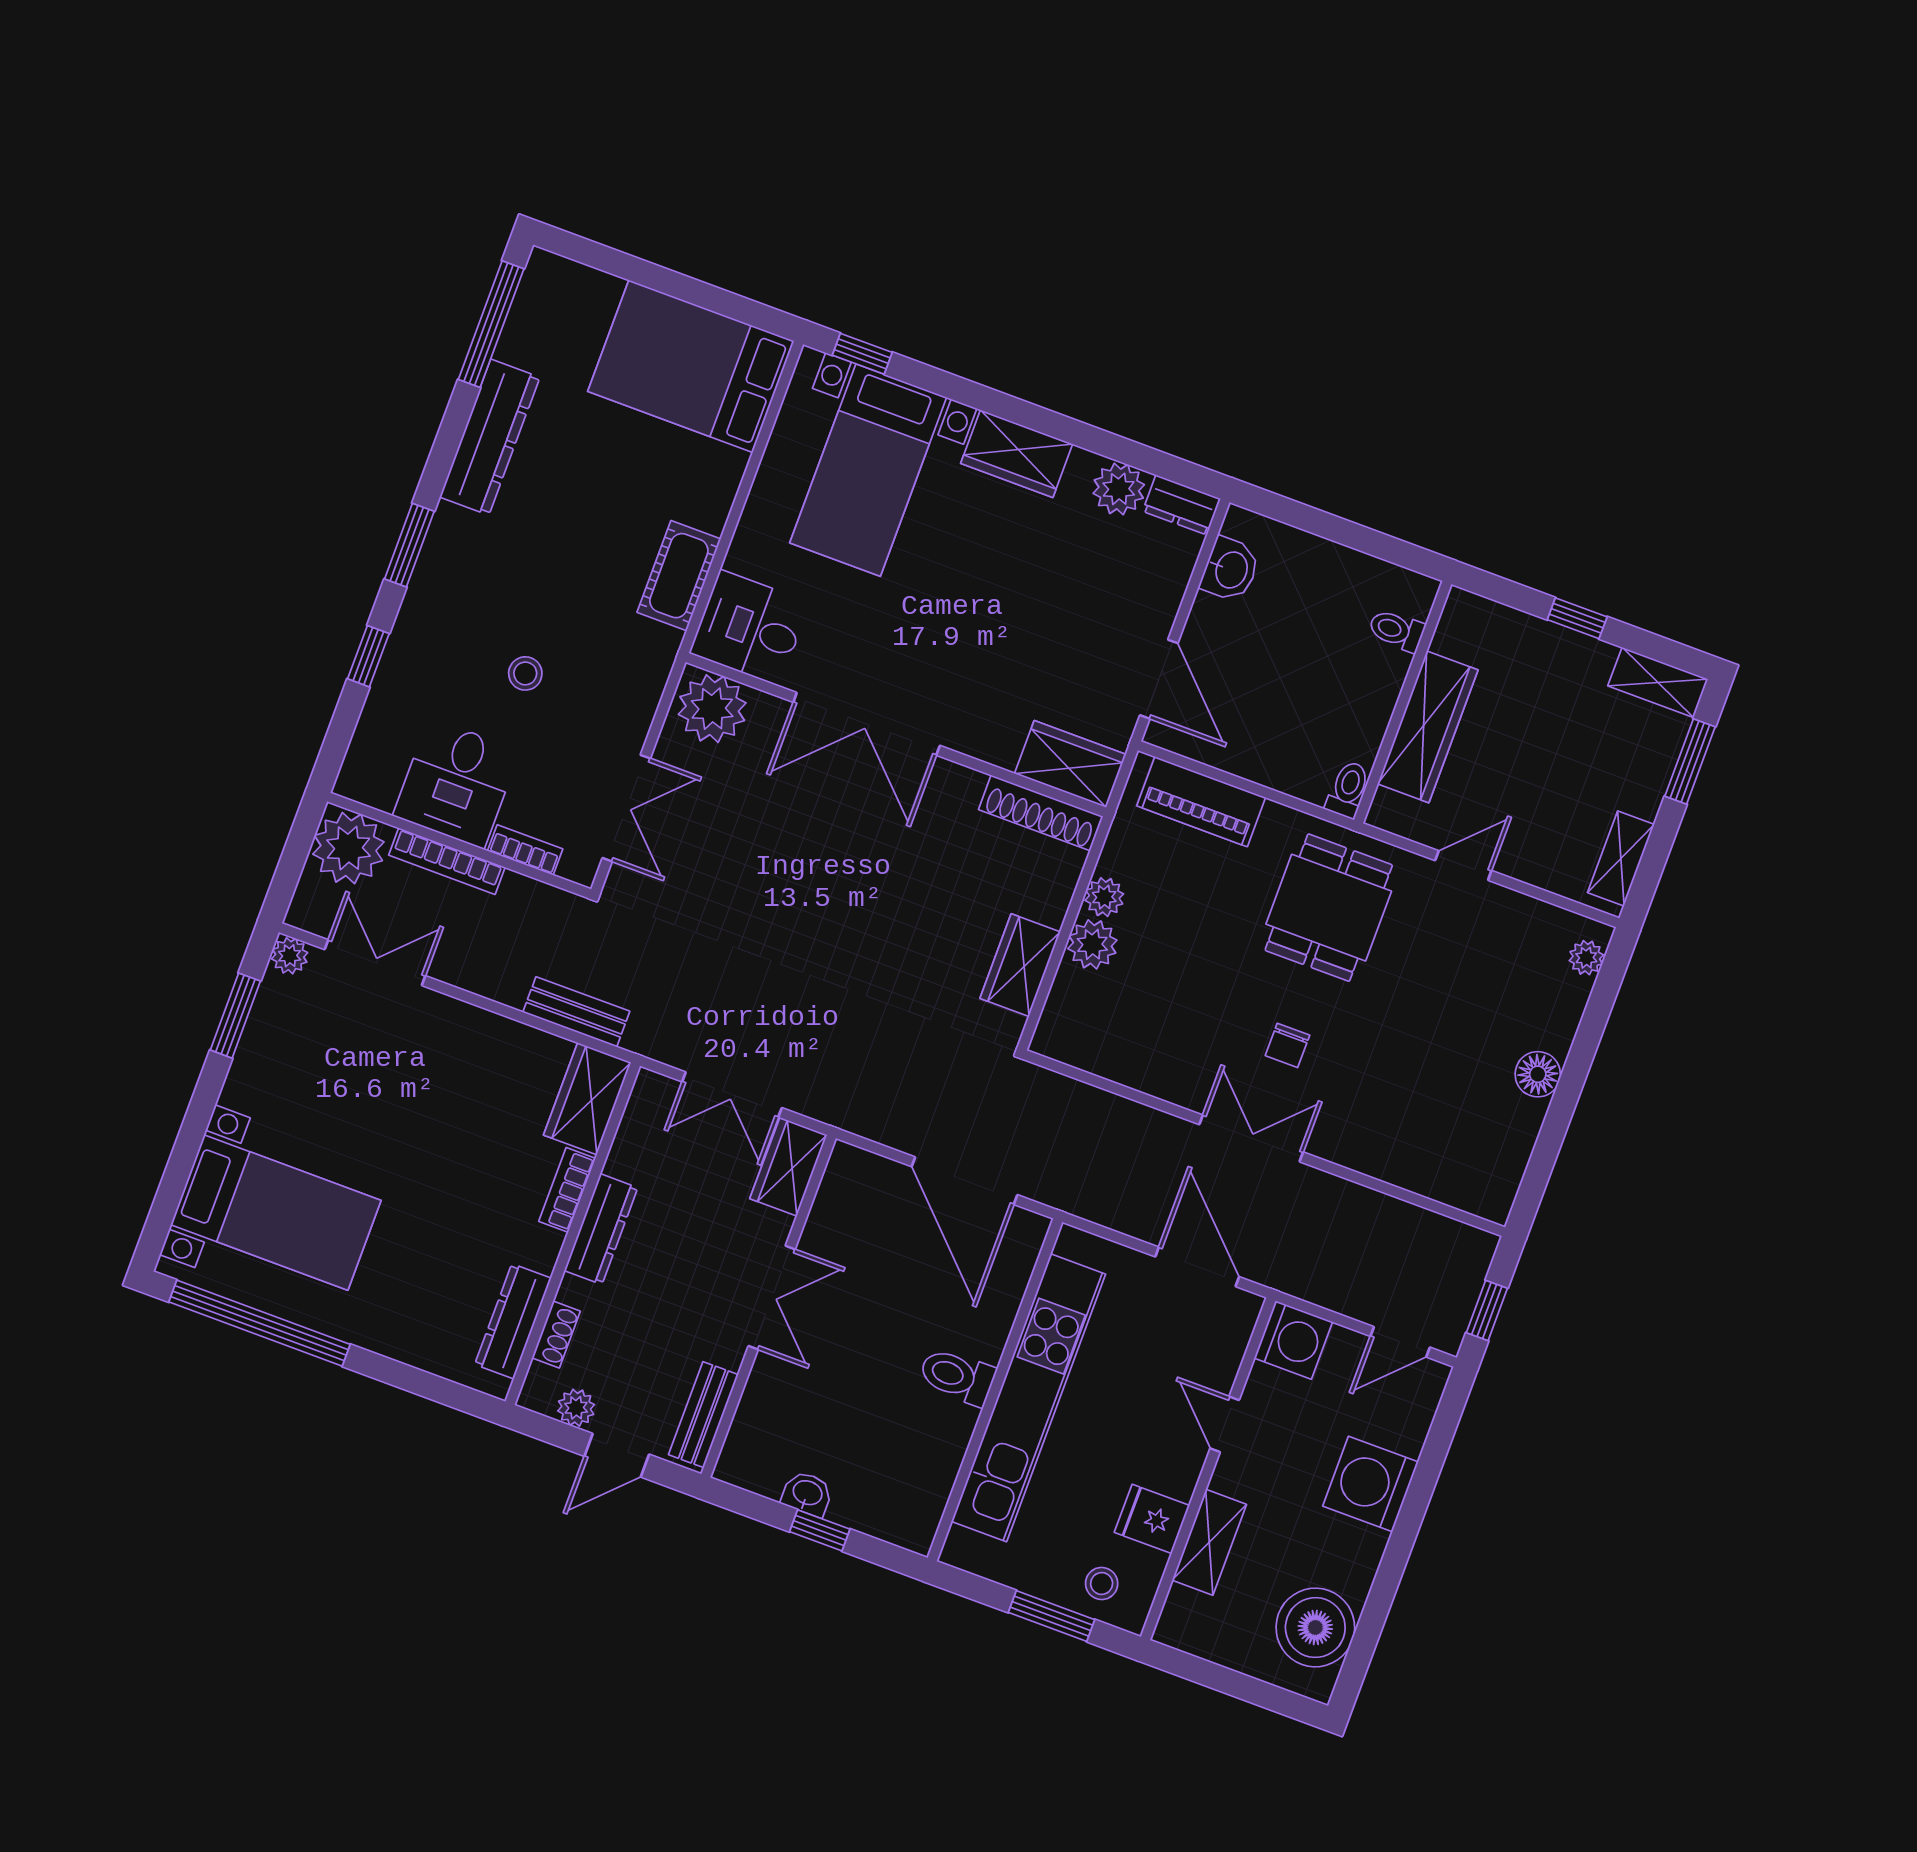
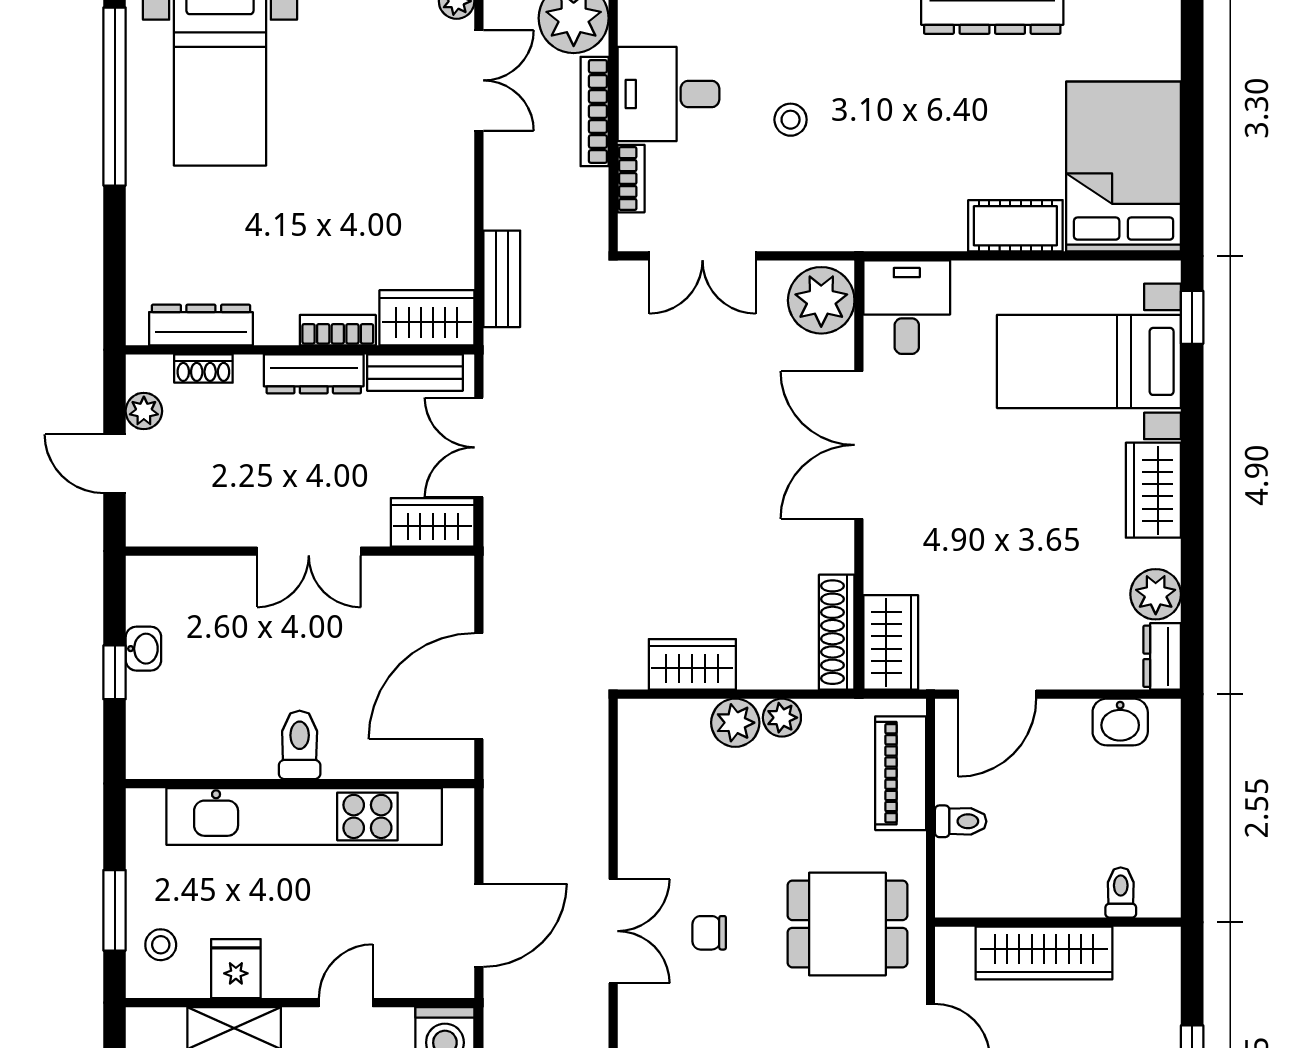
cot: (679, 576) -> (1015, 226), moved
toilet: (1348, 789) -> (961, 821), moved
bench: (703, 1415) -> (415, 373), moved

